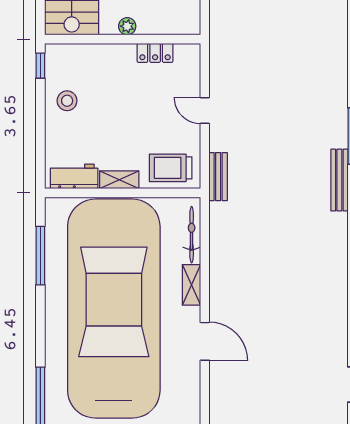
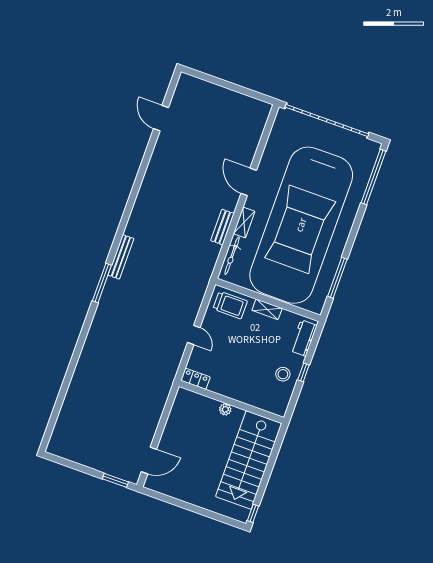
locker: (155, 53) -> (195, 379), moved
window: (40, 66) -> (303, 372), moved
workbench: (74, 176) -> (303, 338), moved, turned 90
bench: (218, 177) -> (222, 227), moved

